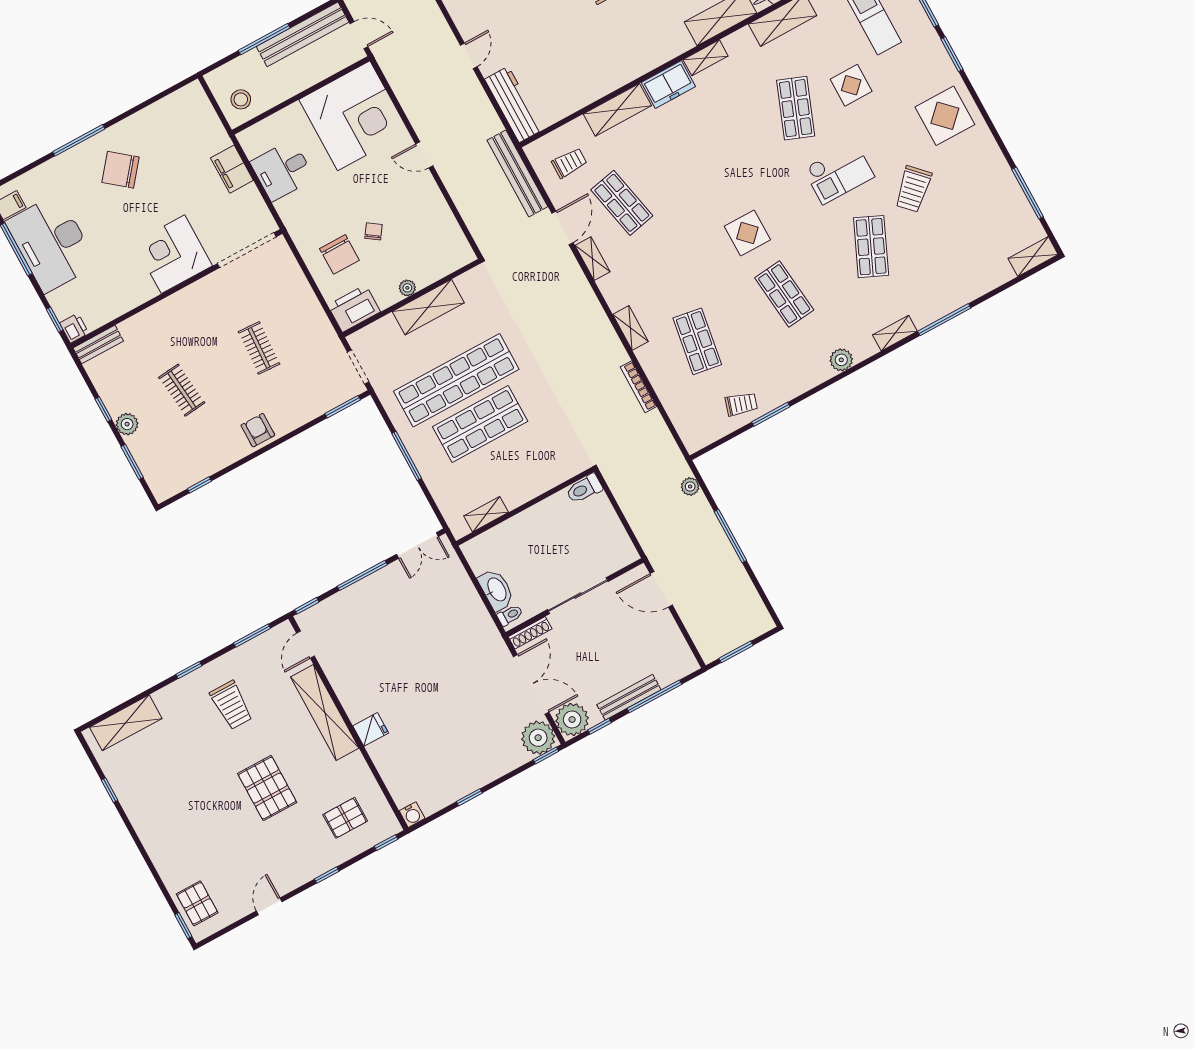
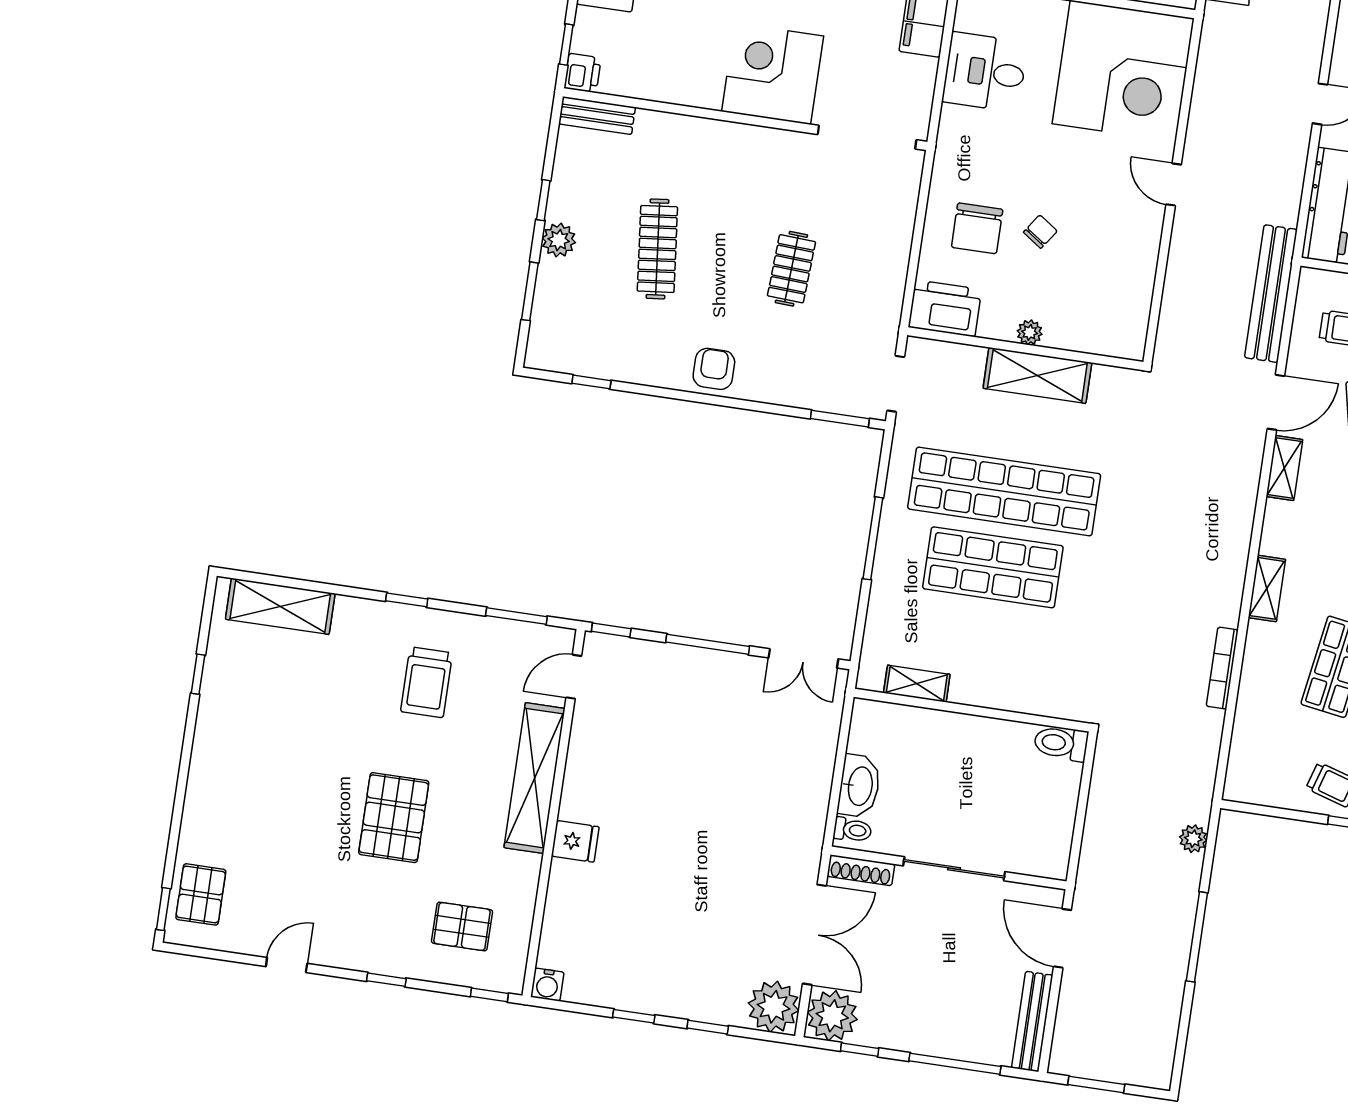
clothes rail: (182, 390) -> (657, 249), width x1.36
bench: (629, 697) -> (1032, 1022), moved, turned 90
window: (546, 756) -> (708, 1027), moved

